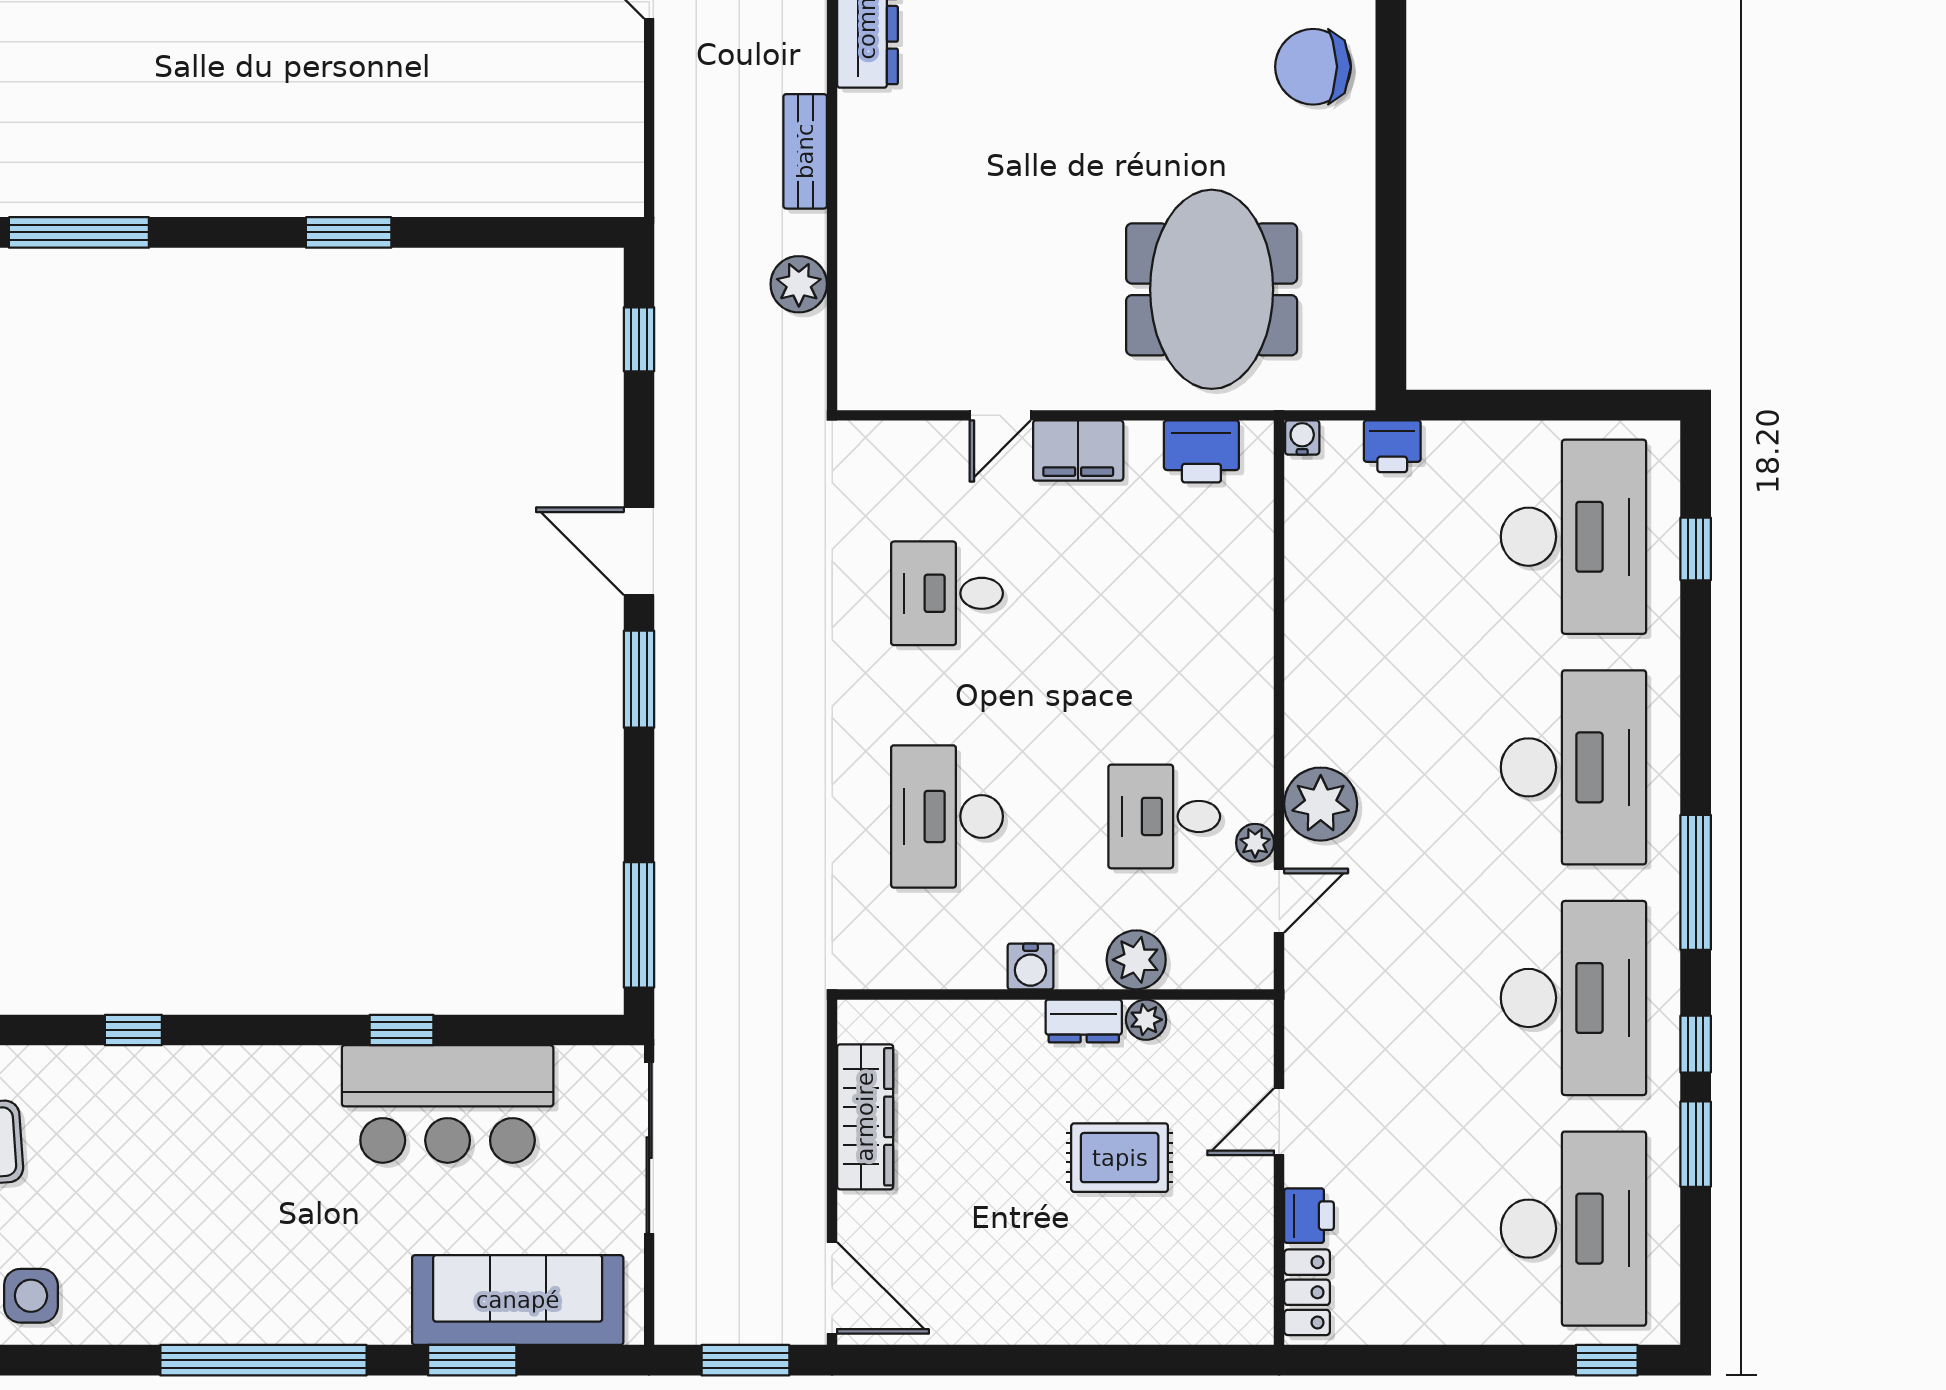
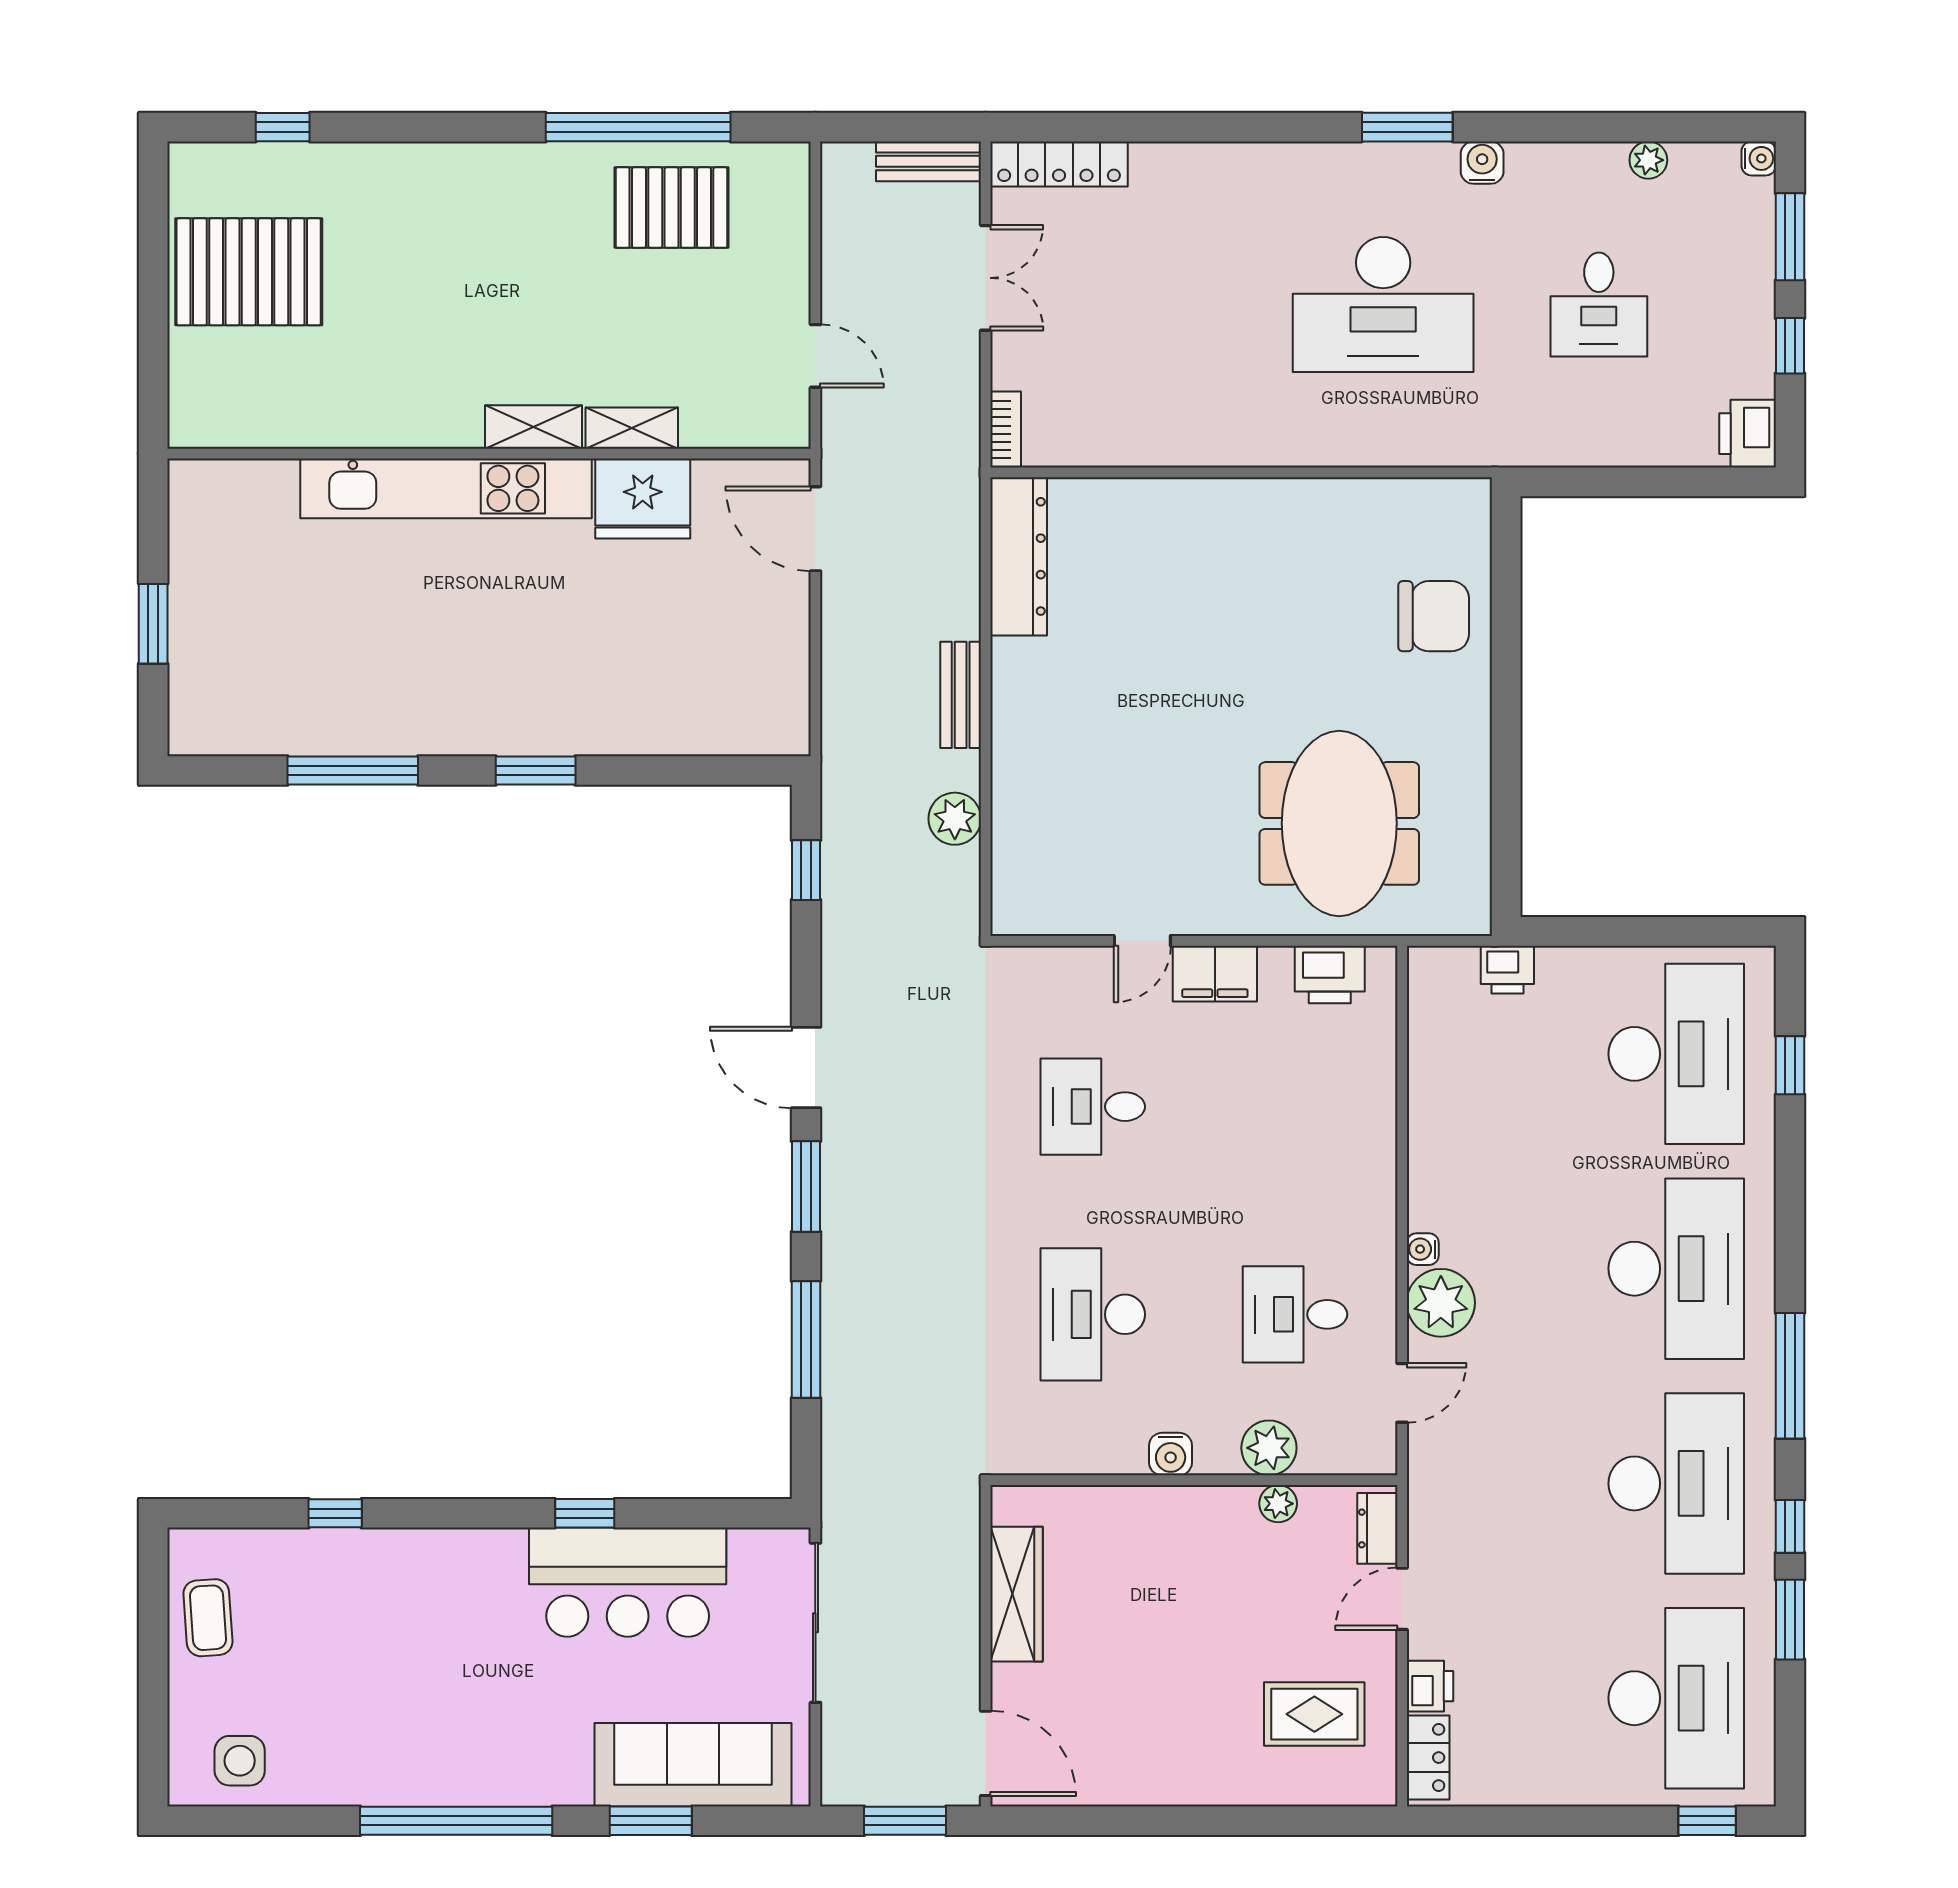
chair: (1313, 67) -> (1434, 616), turned 180
window: (79, 232) -> (353, 770), moved
water cooler: (1302, 437) -> (1423, 1249), moved, turned -90
plant: (1255, 843) -> (1380, 1339), removed
window: (639, 925) -> (806, 1340), moved
dresser: (1084, 1021) -> (1377, 1528), moved, turned 90
rug: (1120, 1158) -> (1314, 1714), moved

